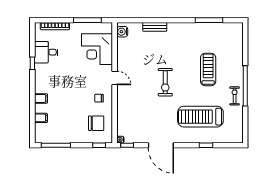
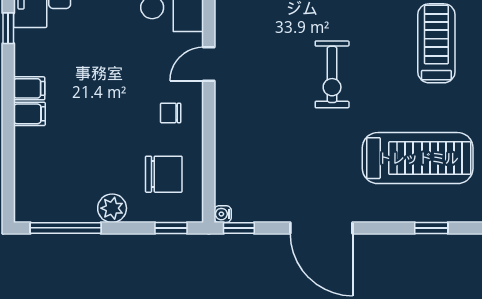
door: (115, 78) -> (209, 64), swing flipped
treadmill: (200, 117) -> (418, 158), turned 180
filing cabinet: (41, 118) -> (29, 88), moved
plant: (75, 137) -> (112, 208), added

